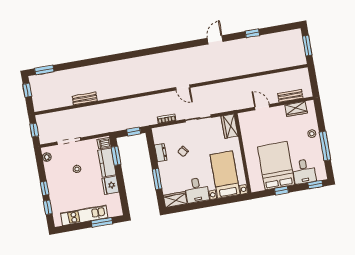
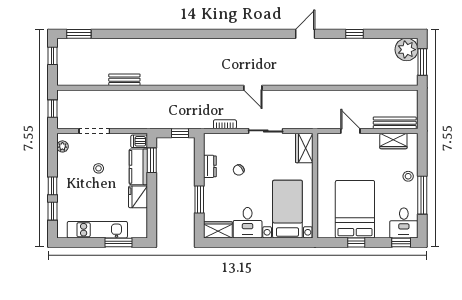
plant: (294, 38) -> (407, 50), added
bench: (290, 96) -> (395, 123), width x1.36
desk: (304, 171) -> (404, 223), moved

